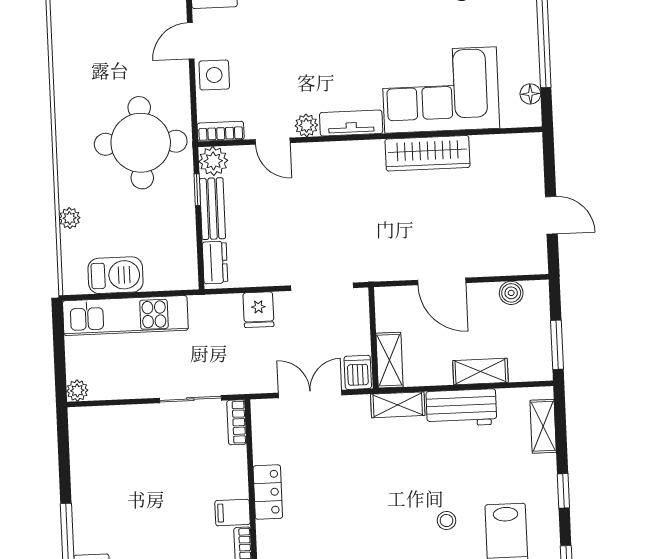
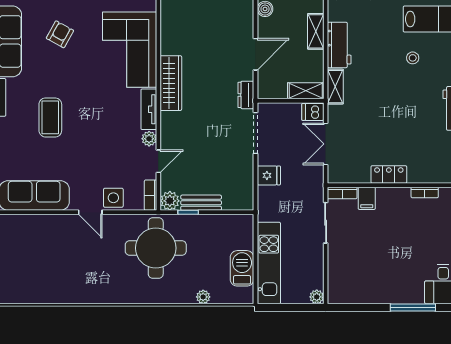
wardrobe: (428, 153) -> (171, 83), moved
dresser: (215, 263) -> (246, 95), moved, turned -90
filing cabinet: (232, 513) -> (367, 198), moved

